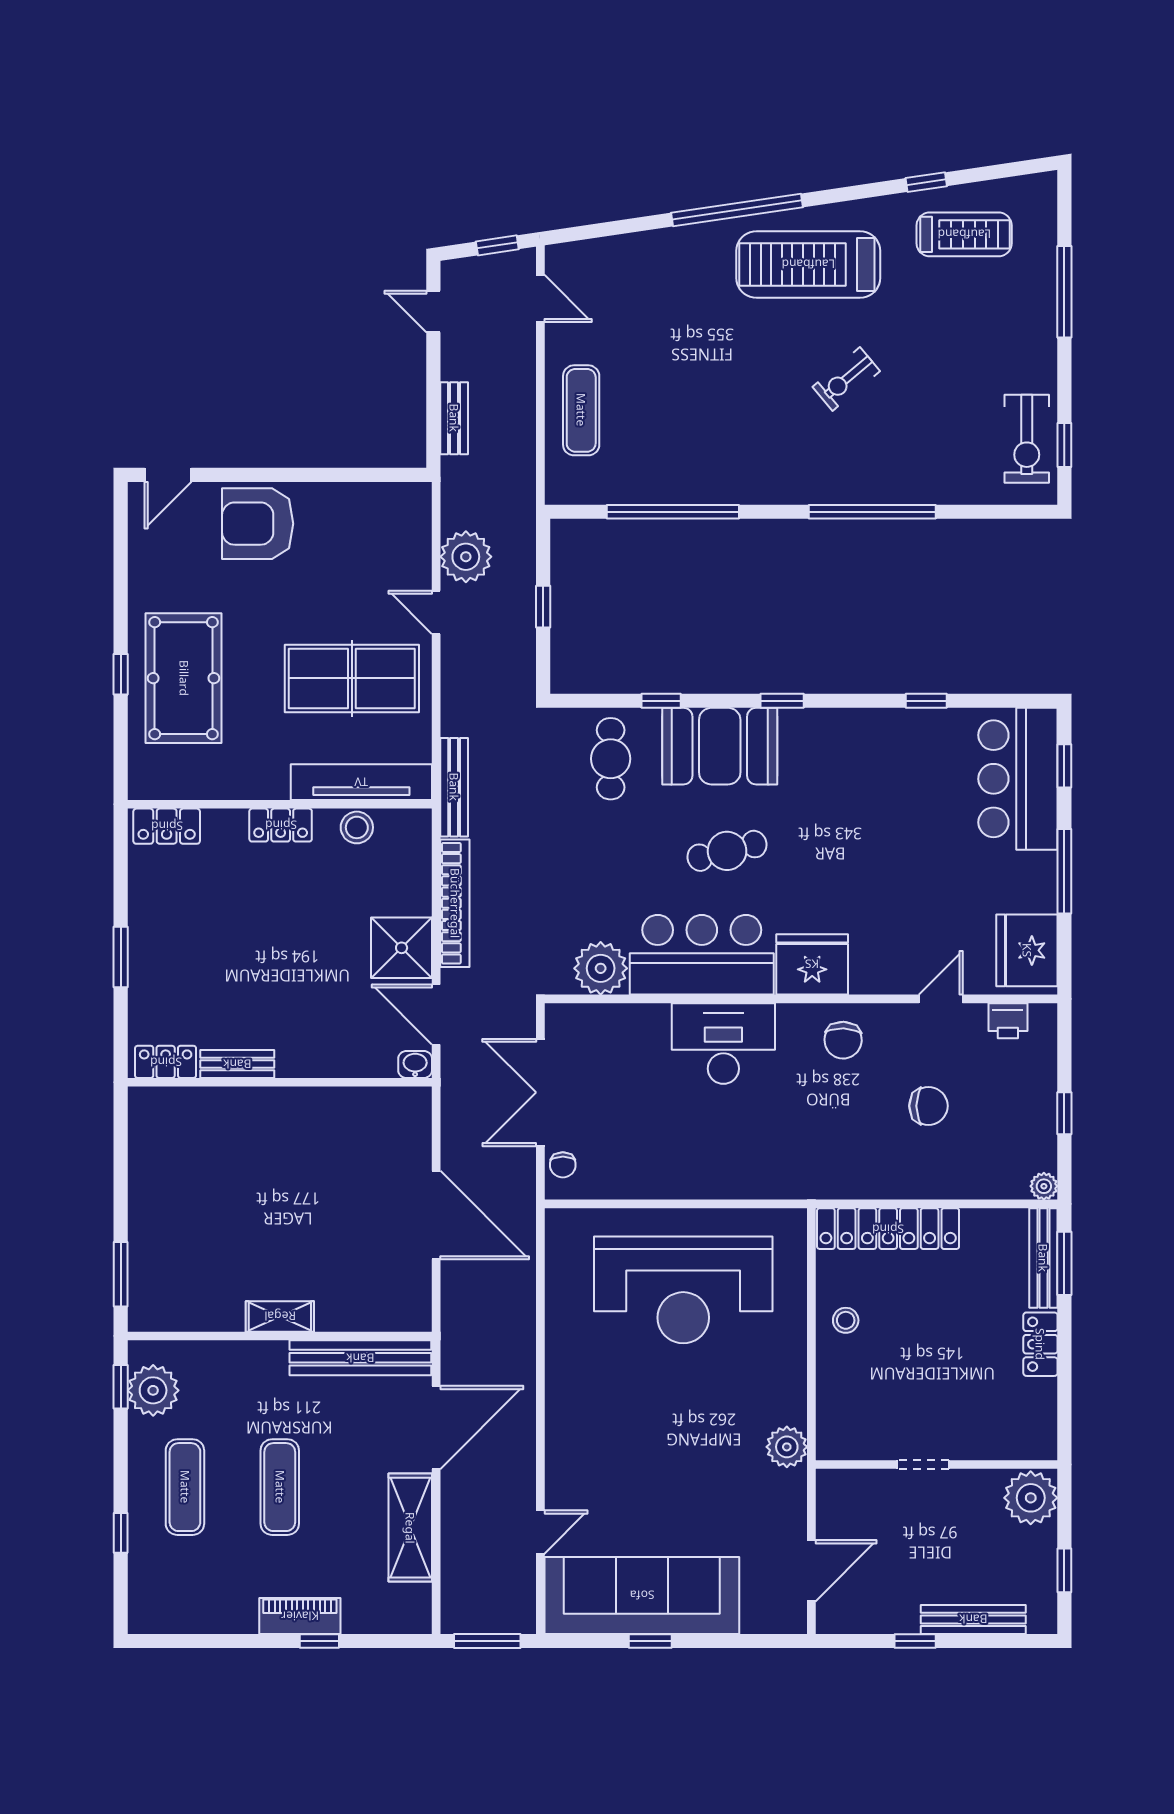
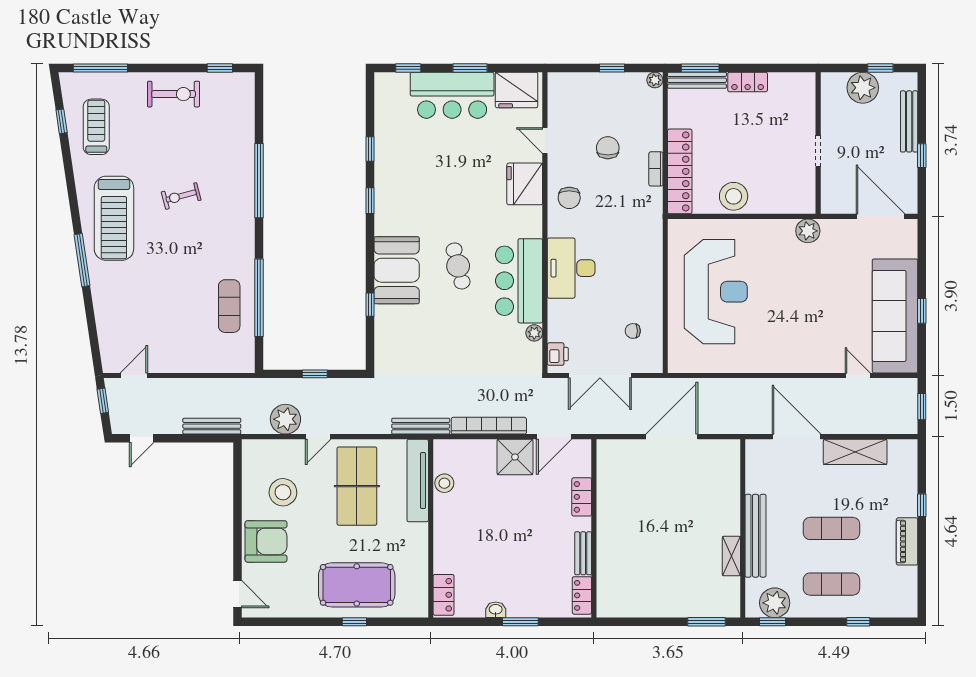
window: (926, 182) -> (62, 121), moved
window: (737, 210) -> (82, 260), width x0.68
window: (1064, 292) -> (100, 68), moved
exercise bike: (846, 379) -> (181, 196), turned 115
exercise mat: (581, 410) -> (229, 306), moved, turned 90
bench: (454, 418) -> (212, 426), width x1.36
exercise bike: (1027, 439) -> (174, 94), moved
armchair: (258, 524) -> (266, 541), turned -90
stool: (341, 552) -> (283, 492), added
window: (782, 701) -> (370, 201), moved
cafe table: (611, 759) -> (404, 334), removed
bar counter: (1018, 779) -> (452, 95), moved
locker: (281, 825) -> (582, 497), moved, turned 180
window: (1064, 871) -> (470, 68), width x0.69
fridge: (812, 964) -> (525, 184), moved
plant: (601, 968) -> (534, 333), width x0.53, depth x0.53
printer: (1008, 1021) -> (558, 354), moved
chair: (843, 1040) -> (569, 198), turned 88
washbasin: (415, 1064) -> (496, 610), moved, turned 90
chair: (563, 1165) -> (633, 331), moved, turned 180
bookcase: (892, 1188) -> (656, 169), added
shelving: (280, 1316) -> (731, 556), moved
stool: (846, 1320) -> (734, 196), width x1.89, depth x1.89
bench: (360, 1358) -> (756, 536), moved
plant: (1031, 1498) -> (863, 88), moved
door: (811, 1571) -> (881, 216), width x1.36
piano: (300, 1616) -> (907, 541), moved
window: (487, 1641) -> (922, 407), width x0.67

